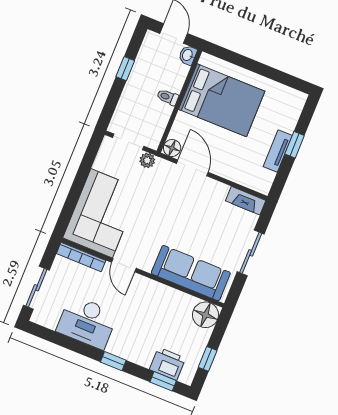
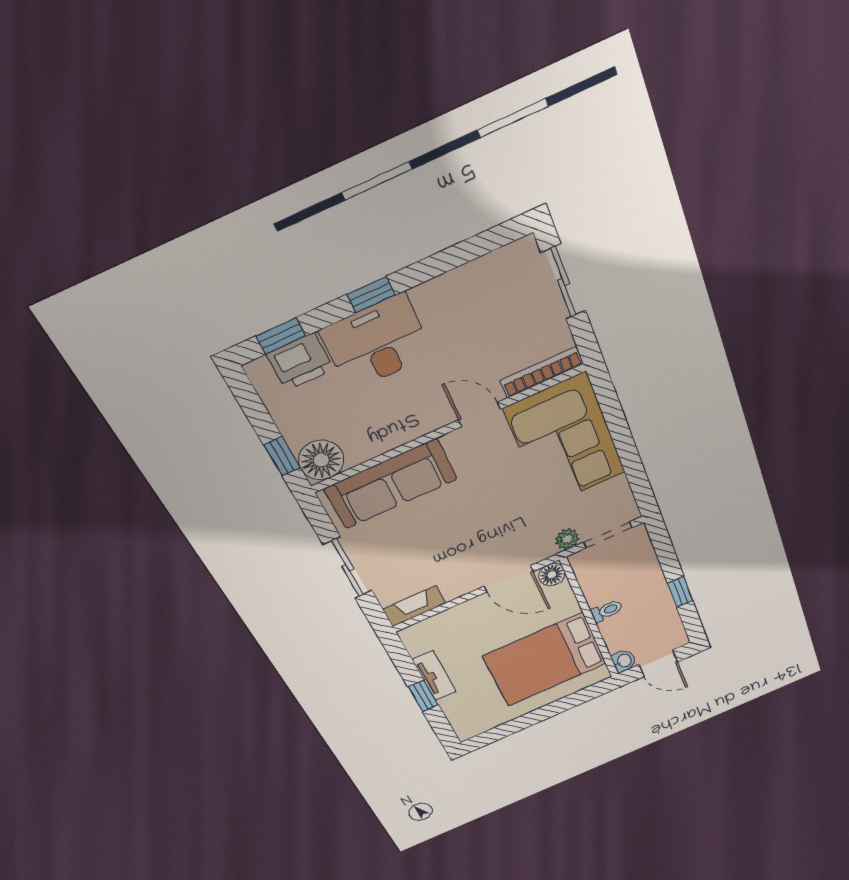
desk: (87, 322) -> (377, 343), moved
window: (208, 359) -> (282, 456), moved

